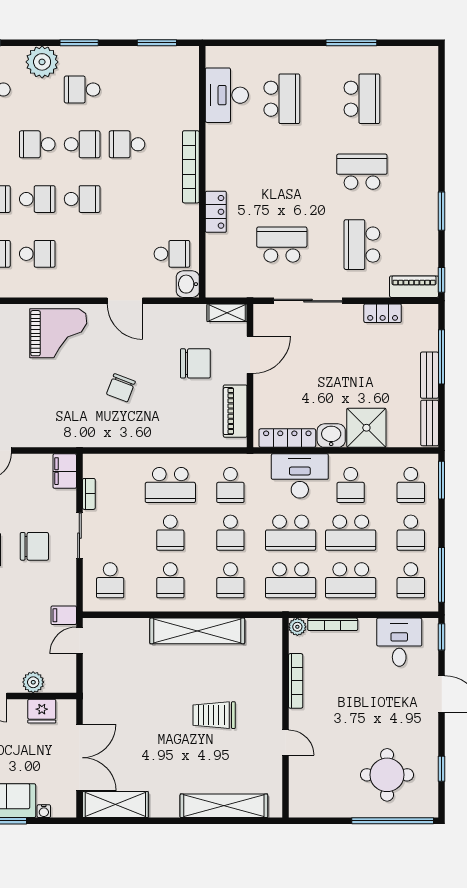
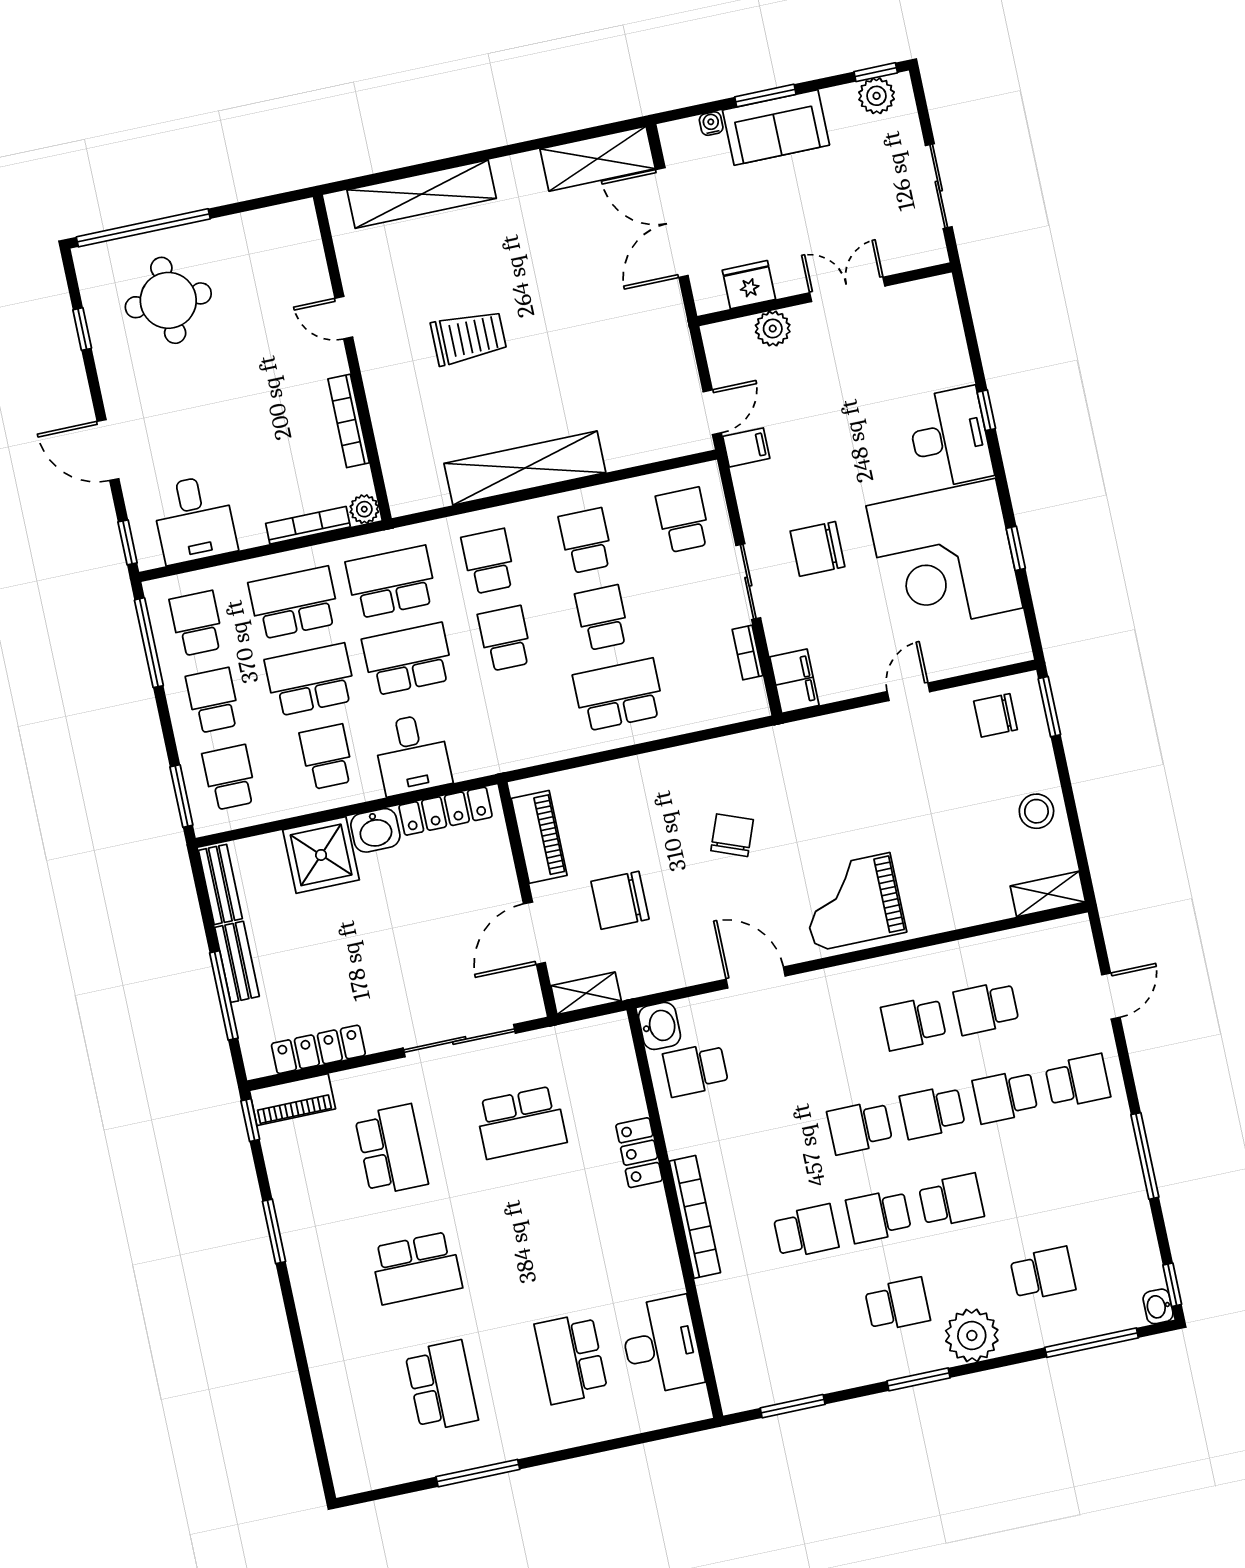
school desk: (362, 99) -> (442, 1386), turned 180
locker: (383, 313) -> (318, 1049), width x1.53
desk: (300, 476) -> (412, 754), width x0.73
school desk: (230, 485) -> (521, 715), removed

